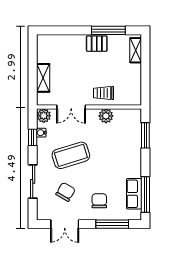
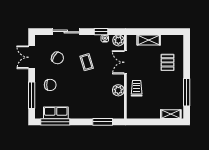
pallet: (97, 44) -> (168, 62), moved
coffee table: (71, 155) -> (87, 62), width x0.54, depth x0.58

